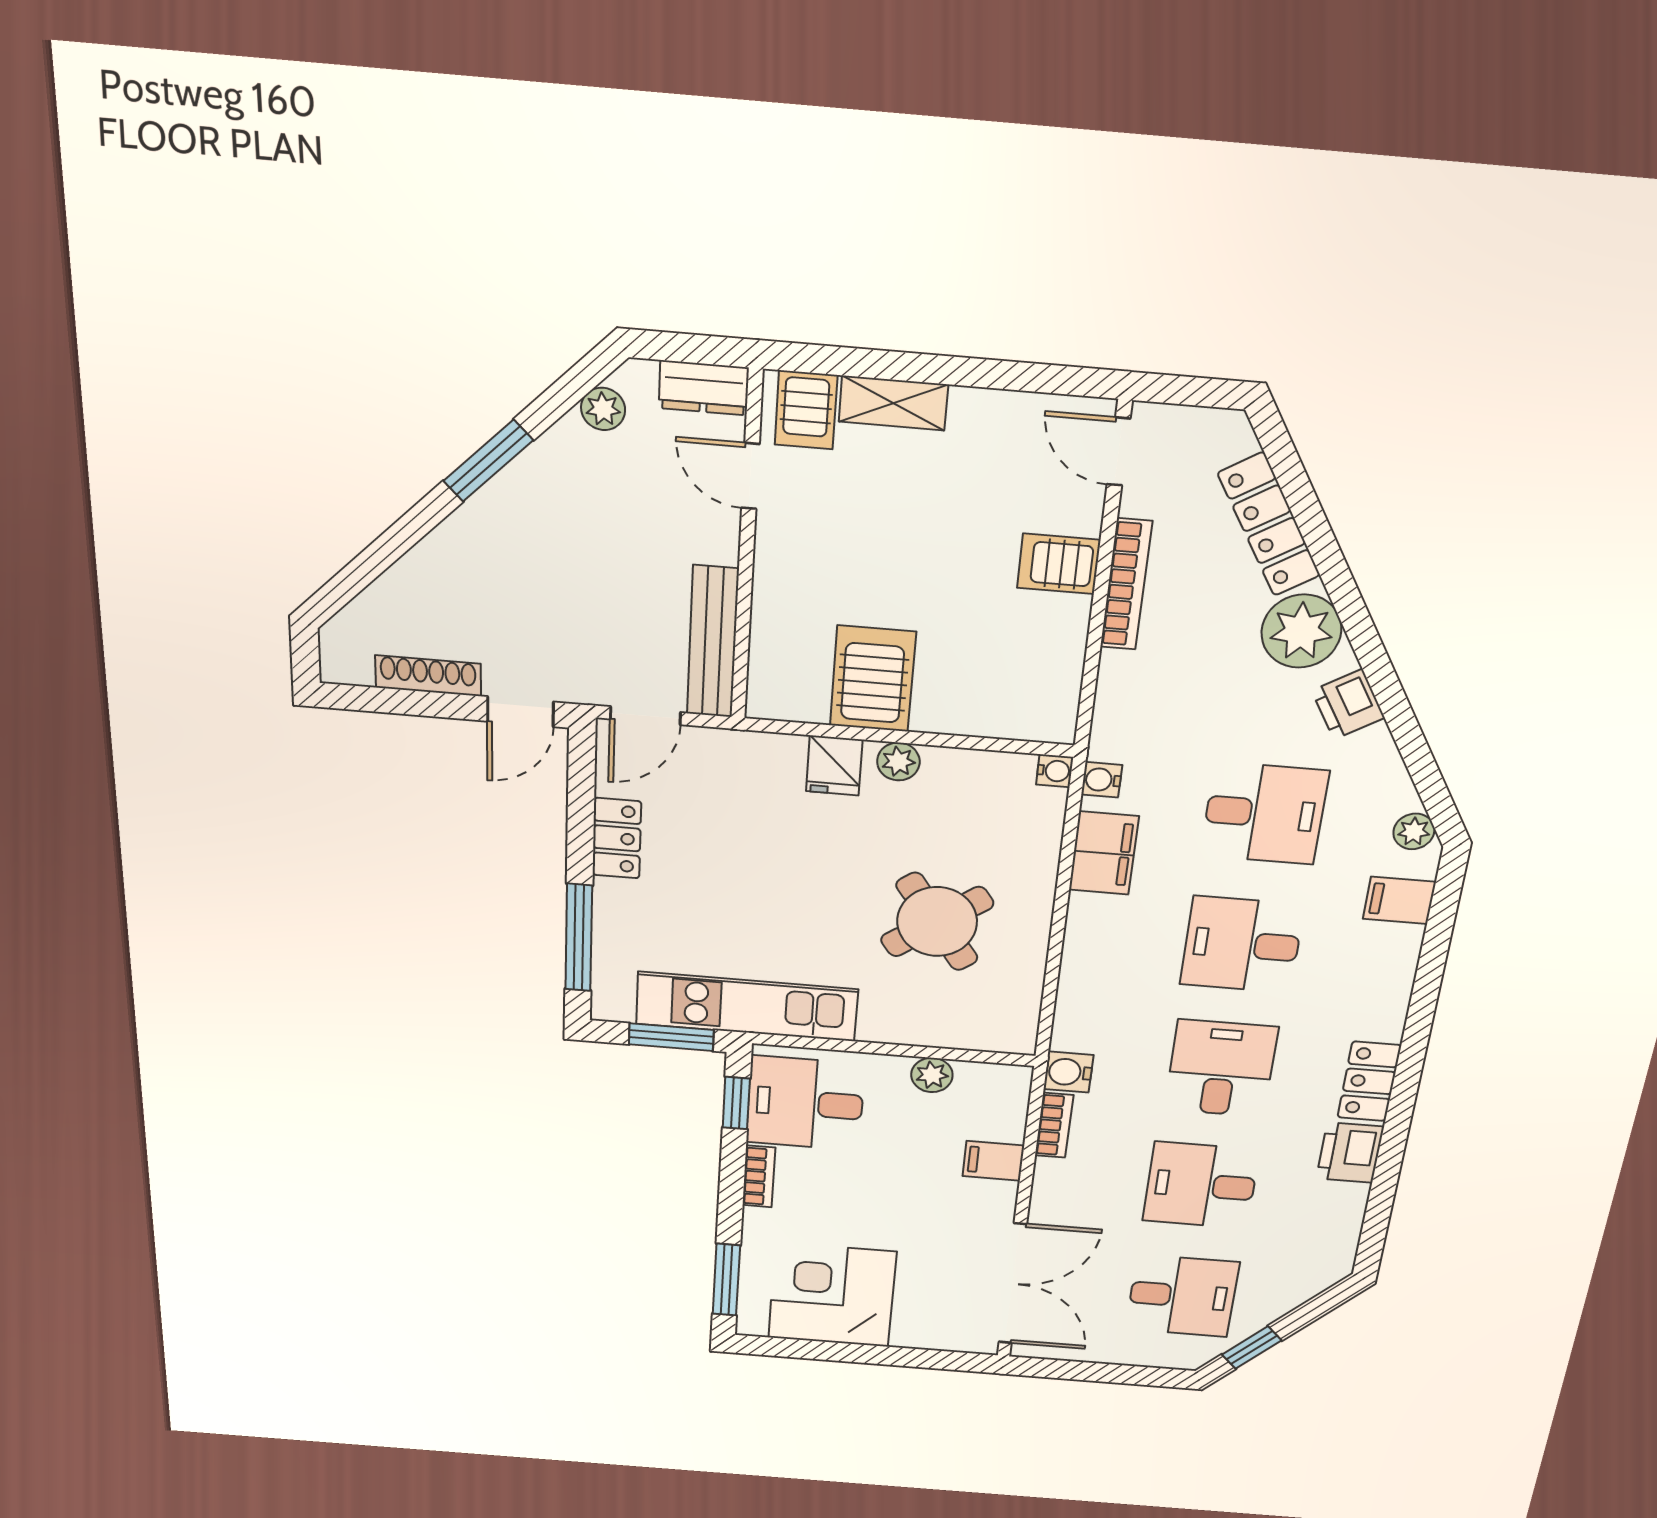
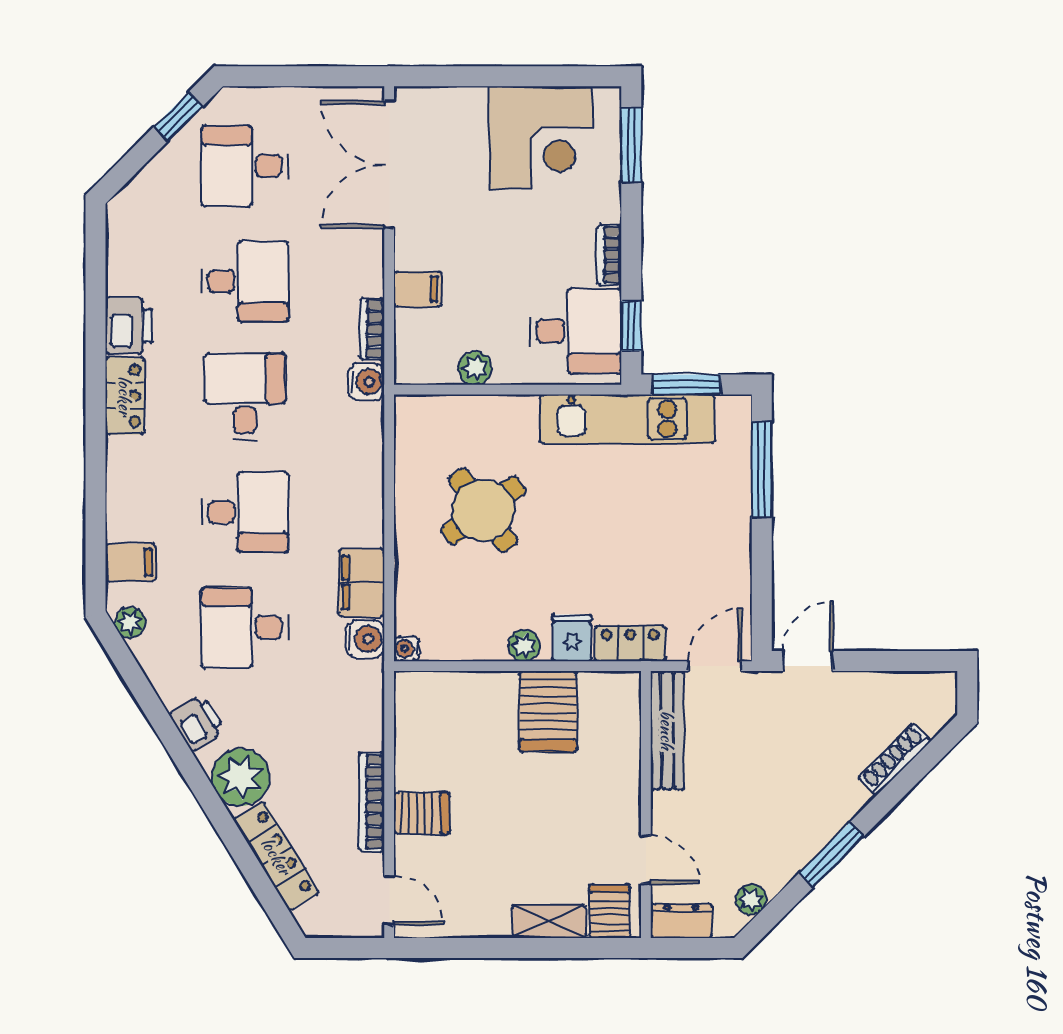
shoe rack: (428, 676) -> (894, 759), moved, turned 135
water cooler: (1102, 780) -> (365, 639), width x1.38, depth x1.38
locker: (617, 838) -> (630, 644), moved, turned 90
desk: (1221, 1068) -> (245, 397), turned 180

